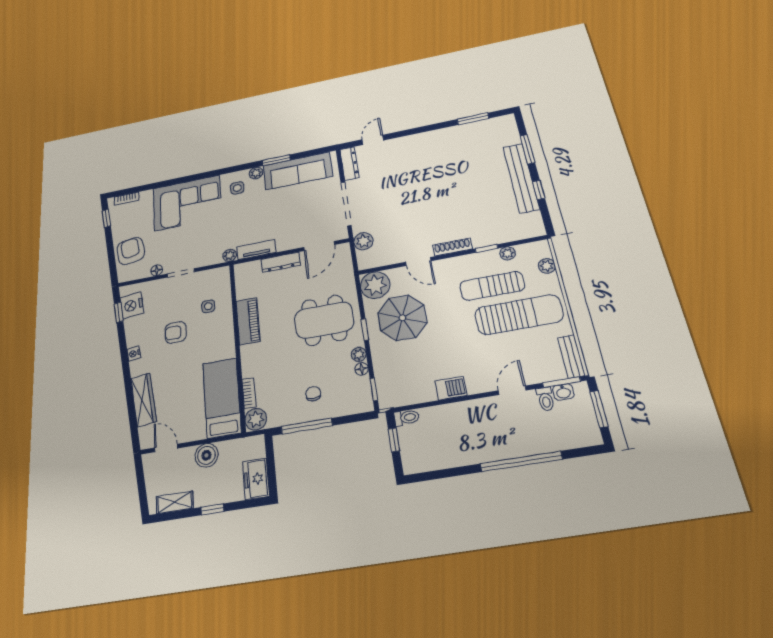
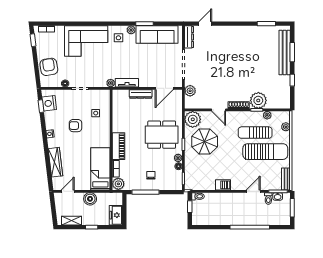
bench: (521, 178) -> (285, 52), moved
plant: (486, 233) -> (258, 100), added
piano: (248, 321) -> (118, 146), moved
door: (166, 448) -> (68, 191), hinge flipped

